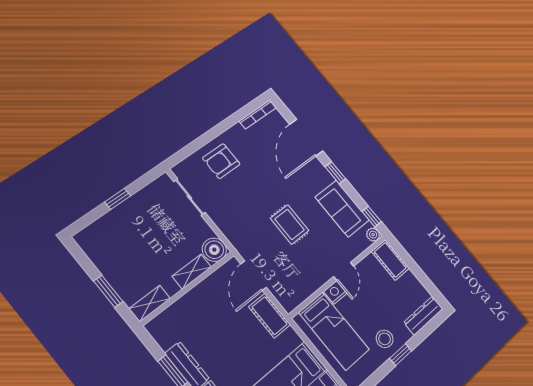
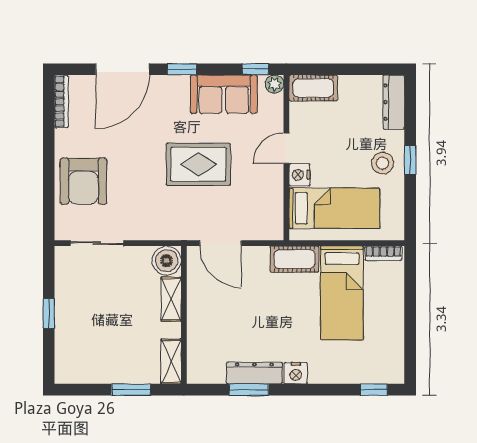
door: (306, 138) -> (123, 69), hinge flipped
armchair: (221, 161) -> (83, 181), width x1.36, depth x1.36
rug: (290, 224) -> (198, 164), width x1.36, depth x1.43
door: (344, 271) -> (286, 148), swing flipped
cot: (270, 316) -> (294, 259), moved

